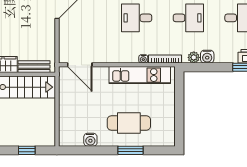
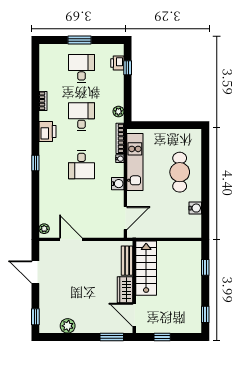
water cooler: (207, 57) -> (118, 184), moved
window: (130, 150) -> (205, 171), removed

